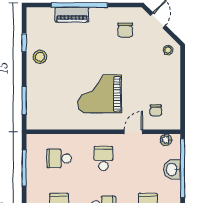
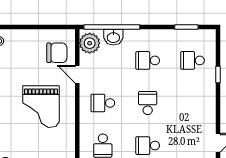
chair: (156, 111) -> (57, 53), width x1.87, depth x1.87
plant: (166, 140) -> (90, 43), width x1.87, depth x1.87

